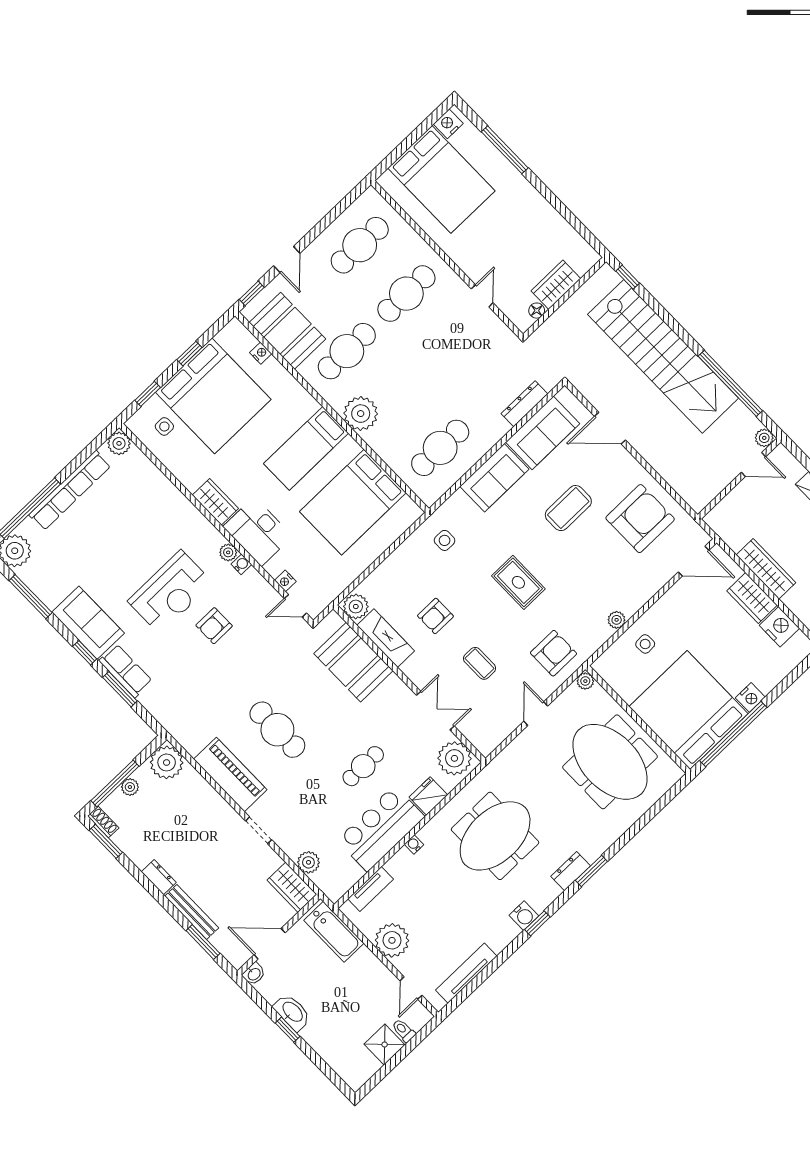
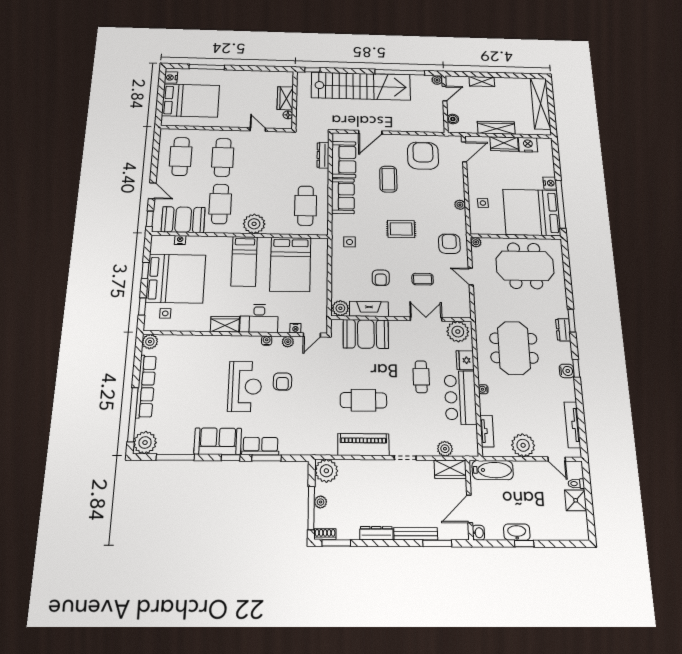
boiler: (727, 507) -> (453, 119), added
plant: (228, 552) -> (288, 342), moved
dresser: (159, 877) -> (376, 533), width x1.44

